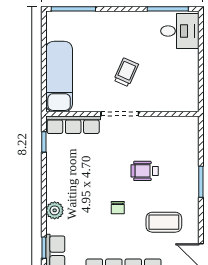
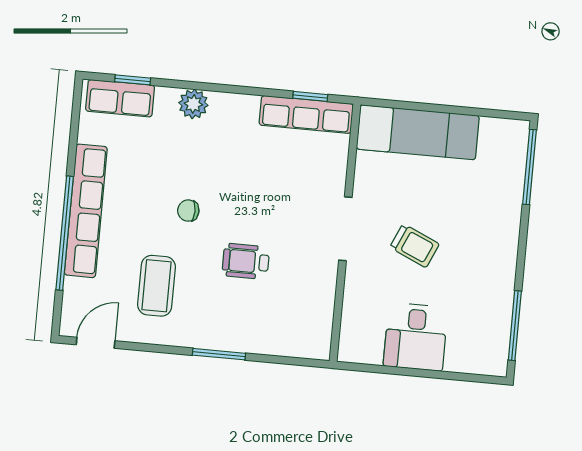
desk: (180, 31) -> (416, 337), moved
row of seats: (73, 125) -> (306, 114), moved, turned -90
wheelchair: (145, 171) -> (246, 261), turned -90

